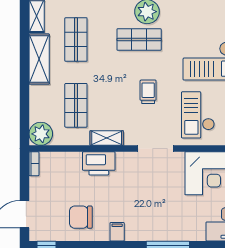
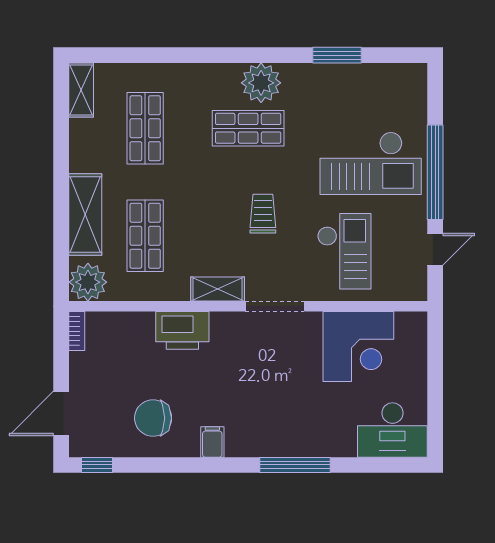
shelving: (39, 59) -> (85, 215), moved
checkout: (198, 115) -> (344, 251), turned 180
shelving: (107, 138) -> (218, 289), moved

